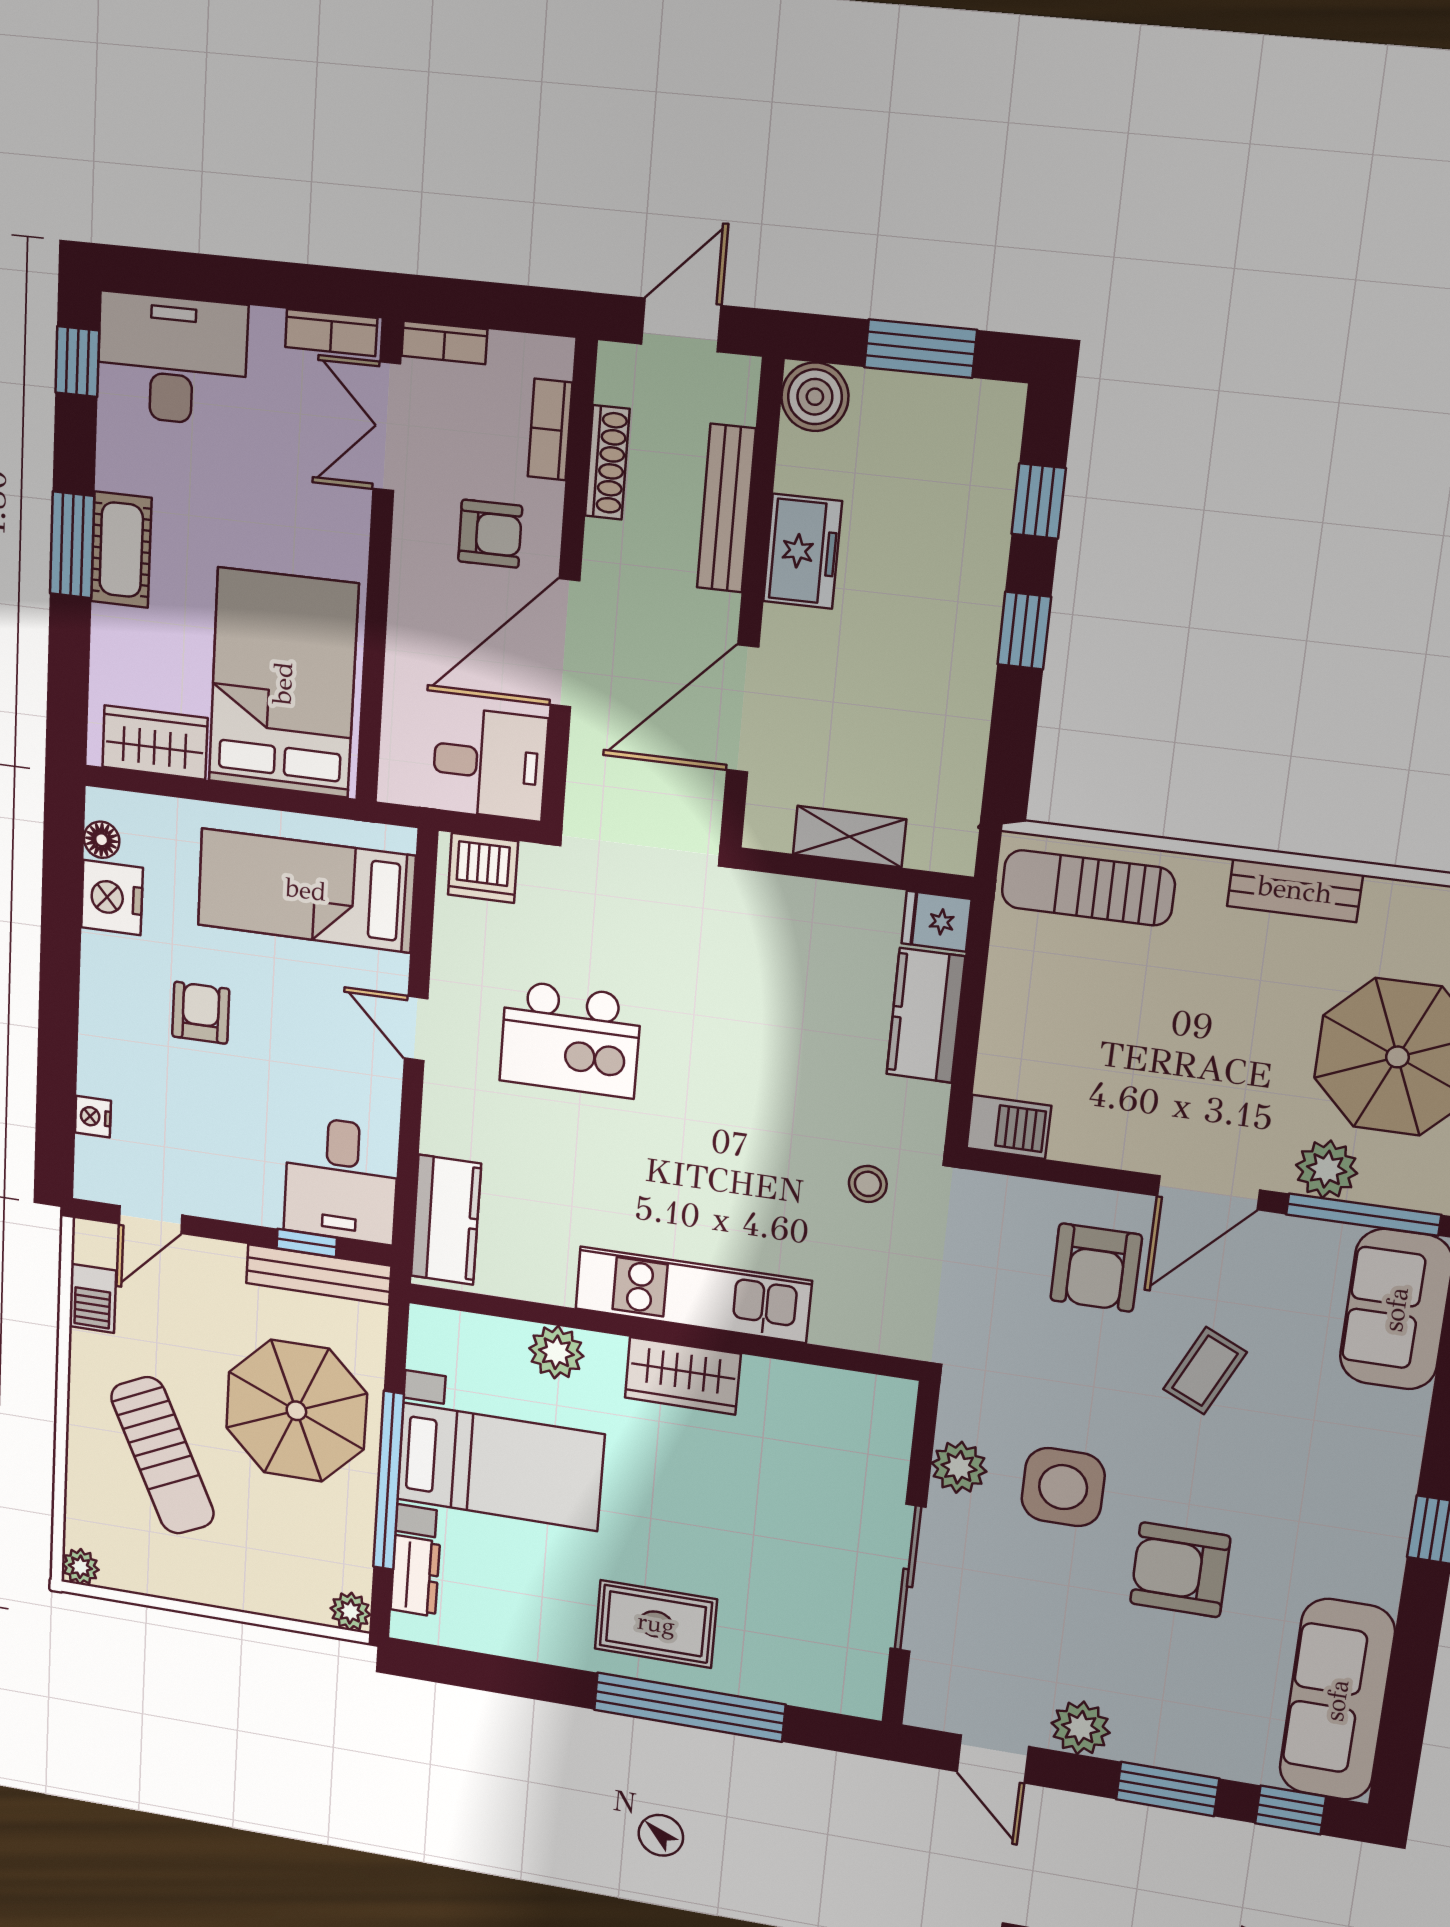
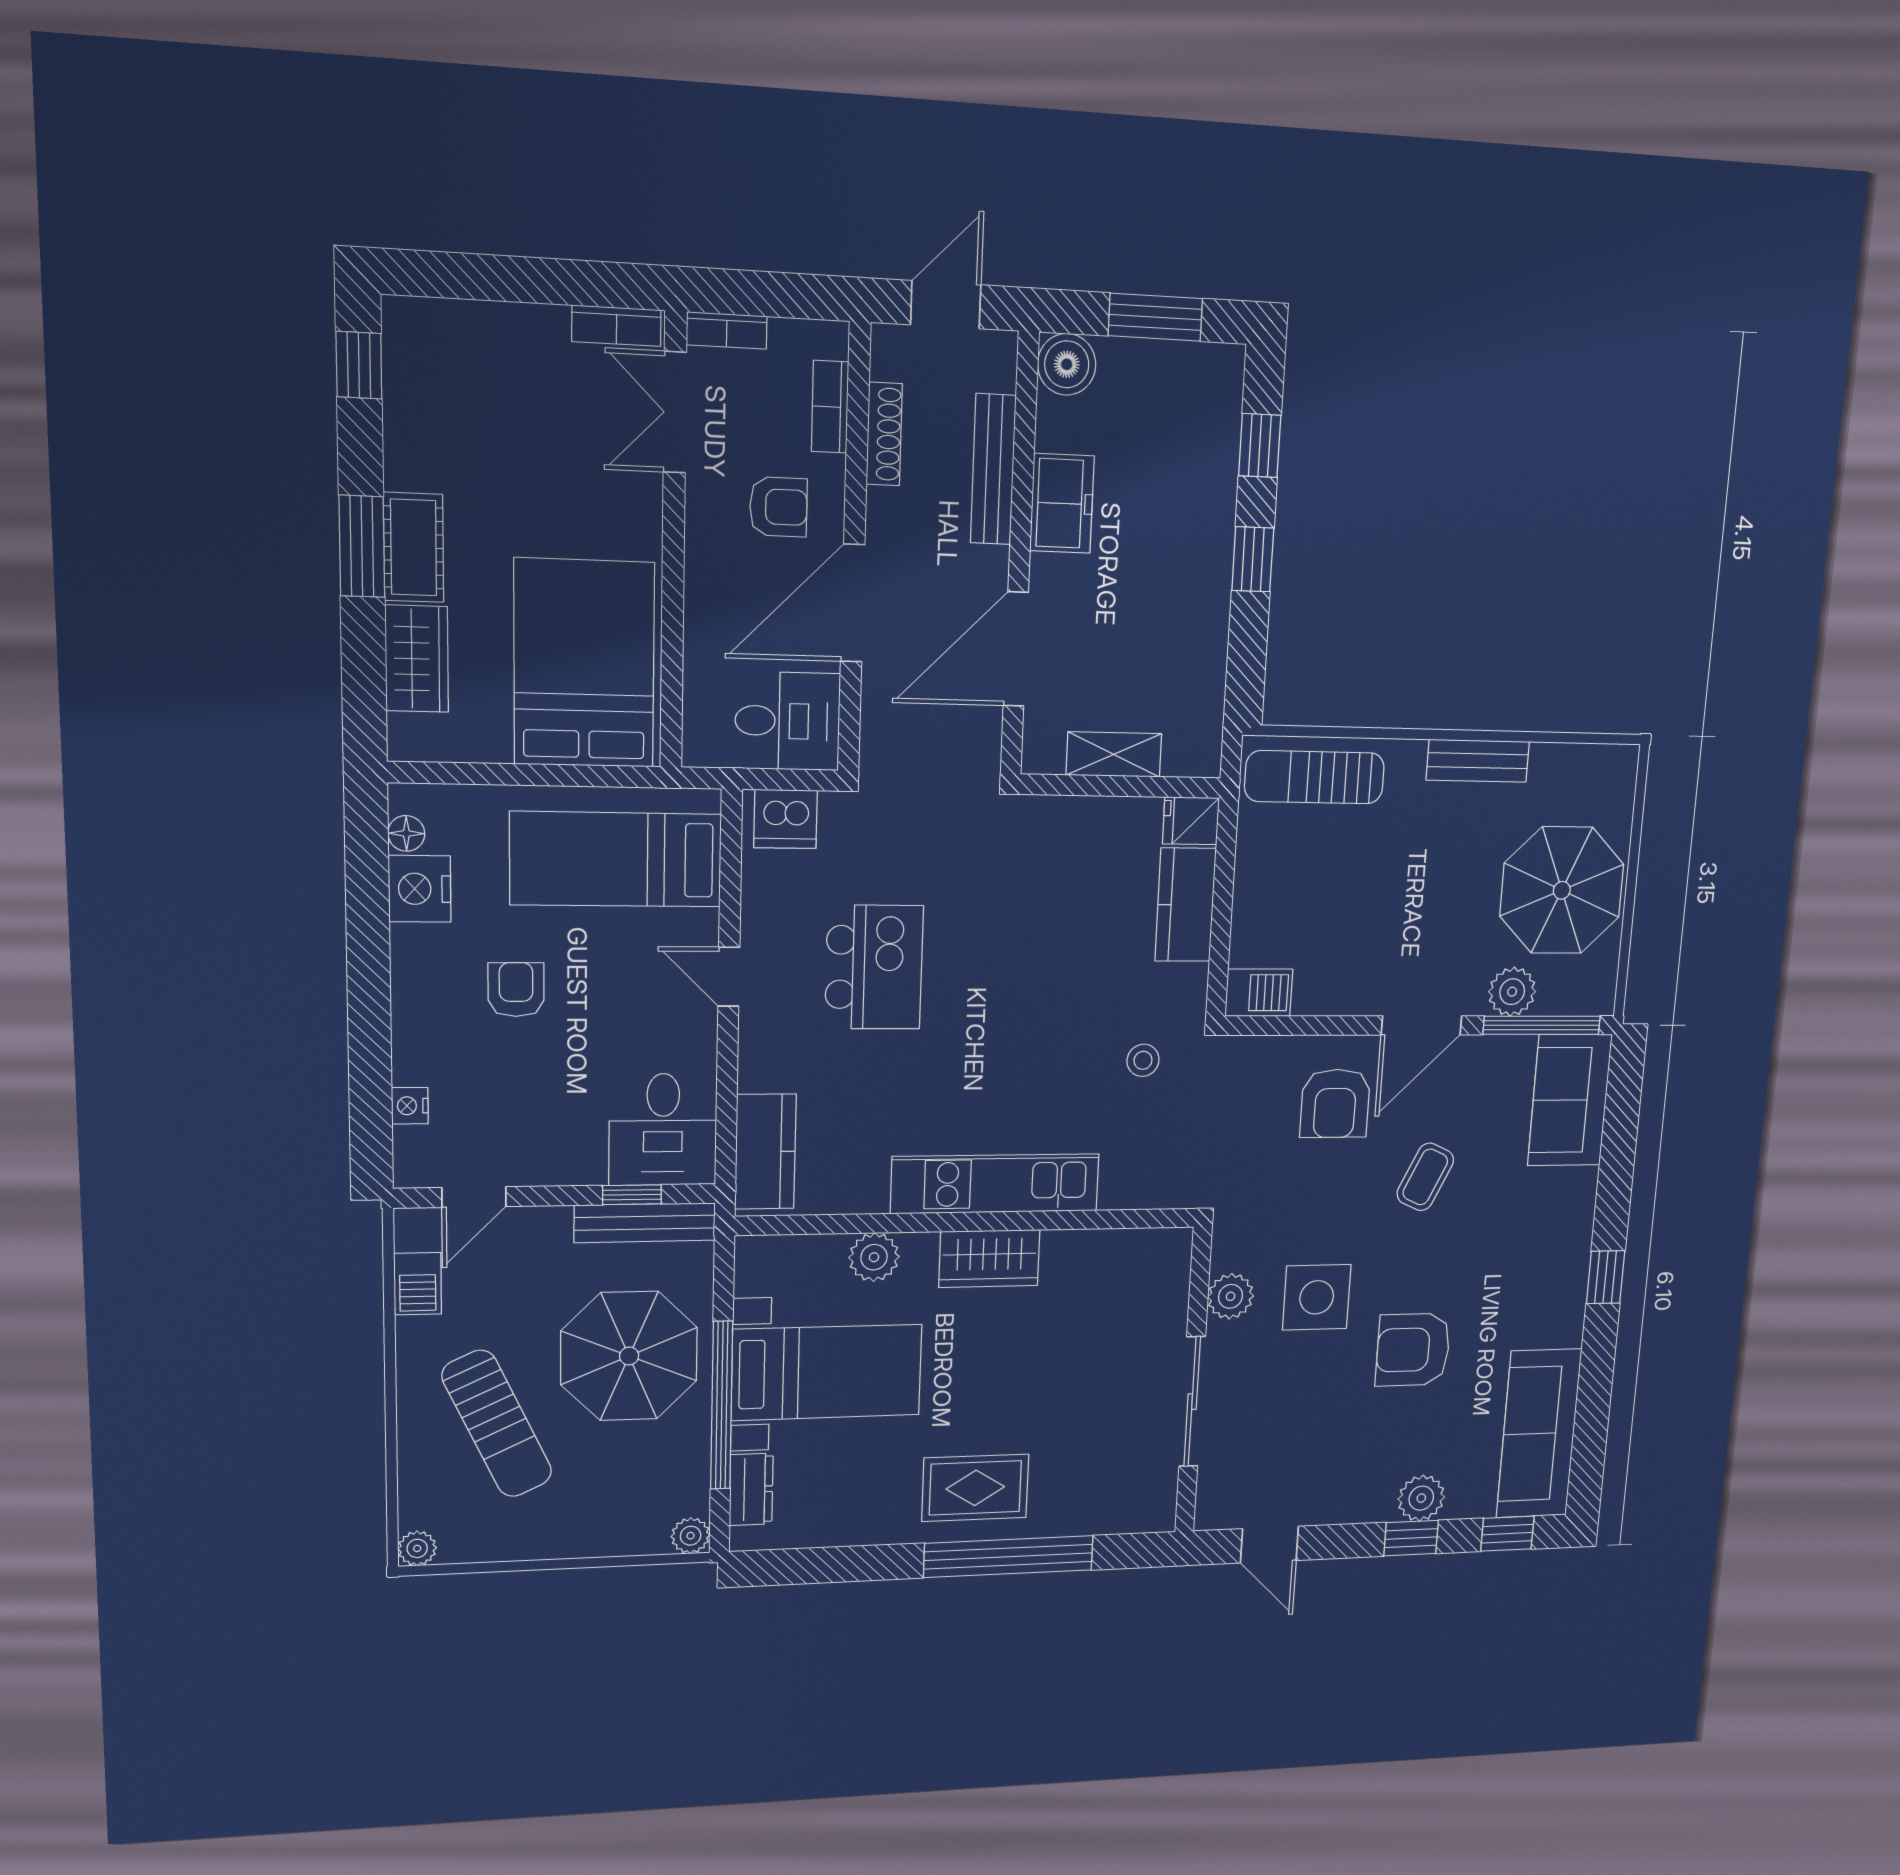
desk: (172, 360) -> (458, 359), removed
wardrobe: (155, 742) -> (417, 659), moved, turned 90
kitchen island: (570, 1039) -> (874, 967), turned -90
plant: (1081, 1728) -> (1421, 1498), moved
window: (1167, 1789) -> (1411, 1538), width x0.67

